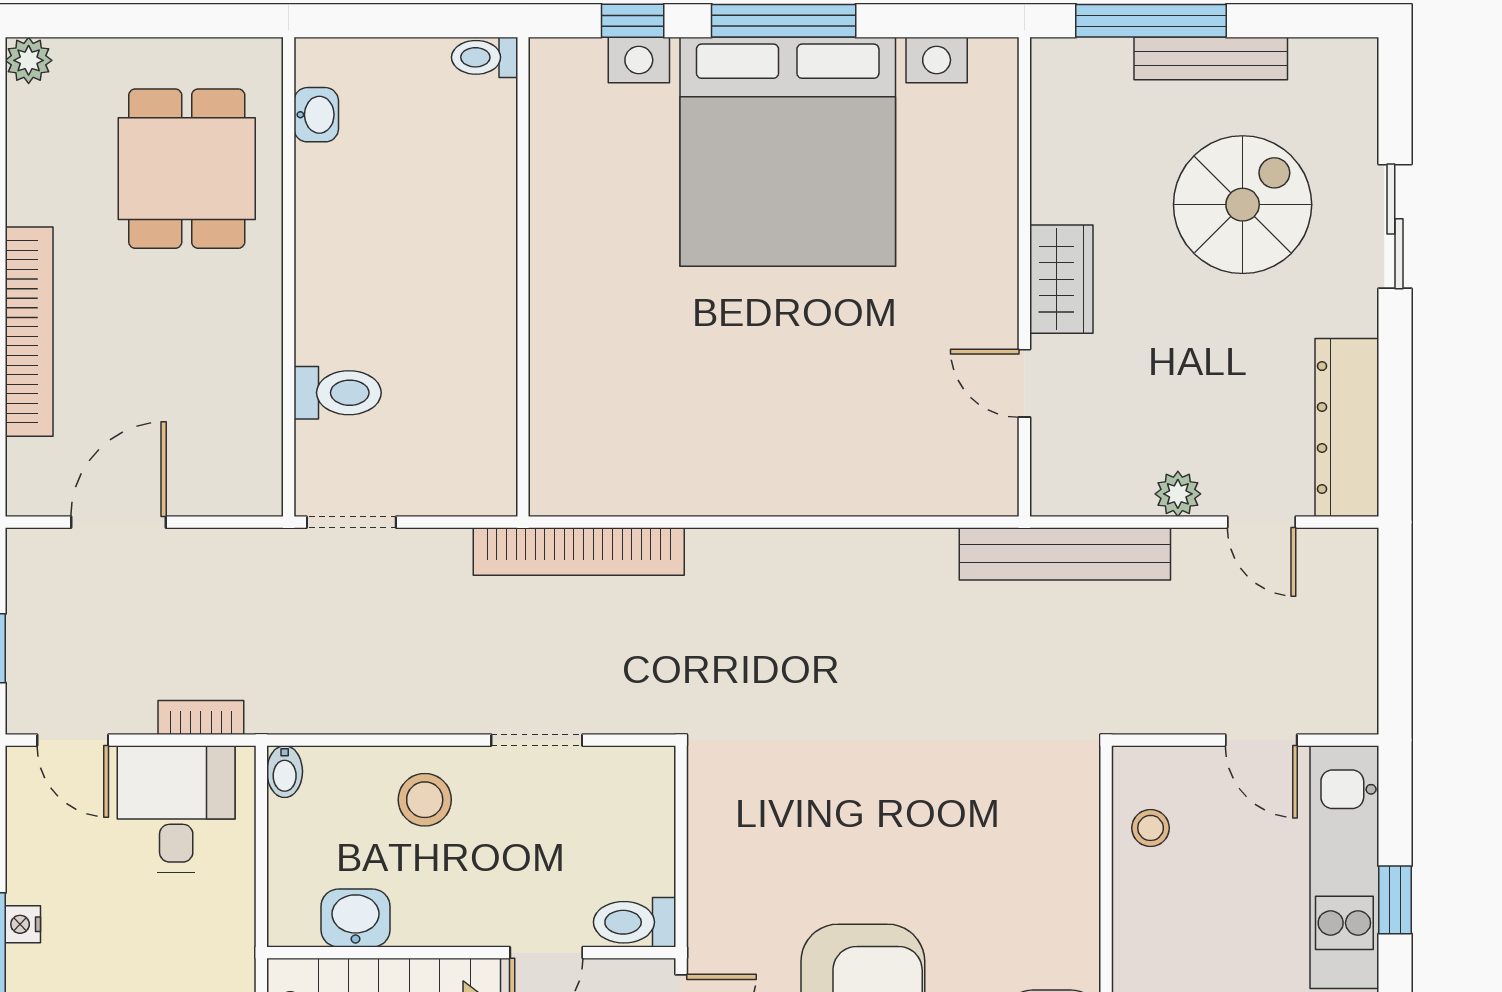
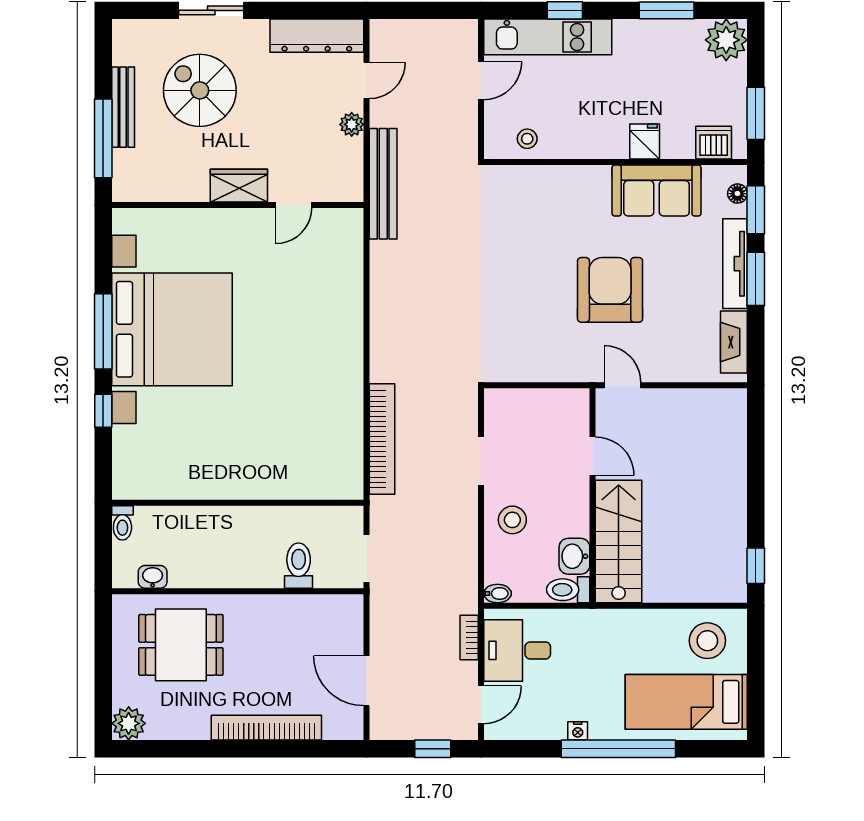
toilet: (485, 57) -> (122, 523), moved
plant: (29, 60) -> (129, 723), width x1.38, depth x1.38
wall: (523, 277) -> (238, 503), moved
toilet: (635, 922) -> (568, 590), moved, turned 90

